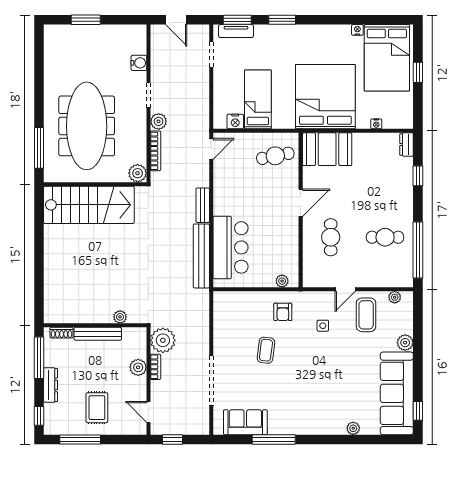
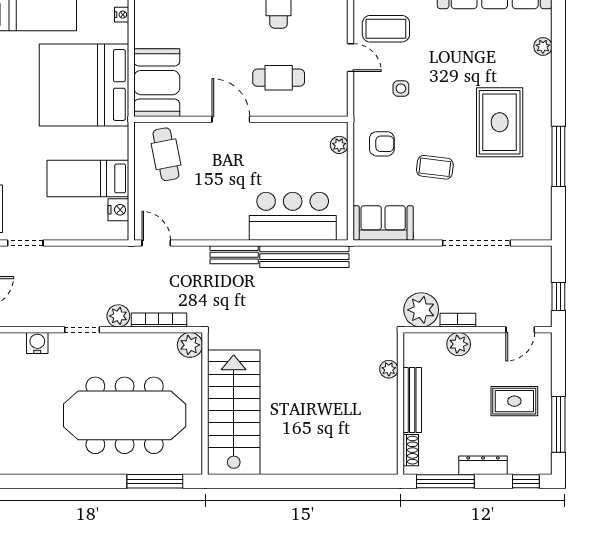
rug: (298, 397) -> (500, 122), added
sofa: (245, 422) -> (383, 223), moved, turned 90

